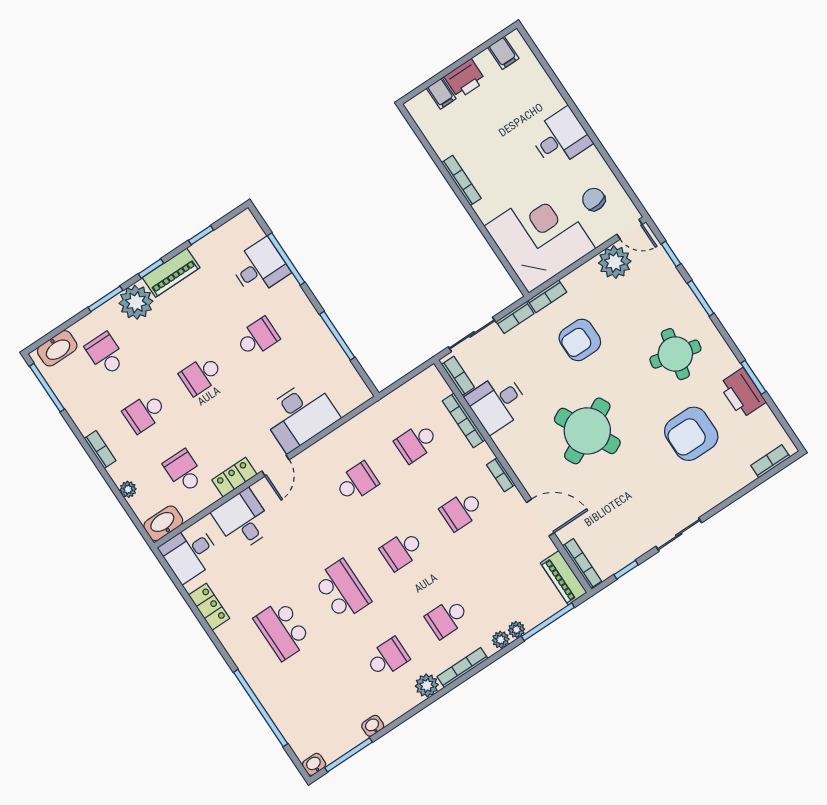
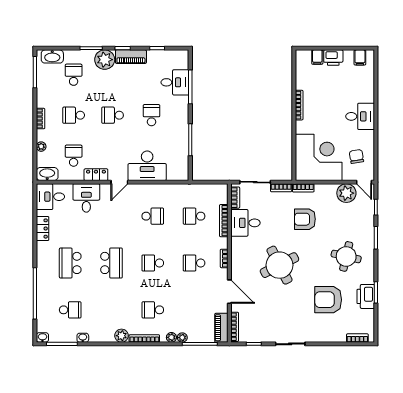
school desk: (257, 338) -> (151, 115), turned -90
school desk: (387, 658) -> (70, 310), moved

